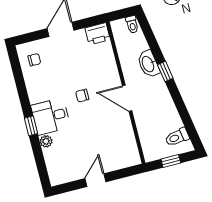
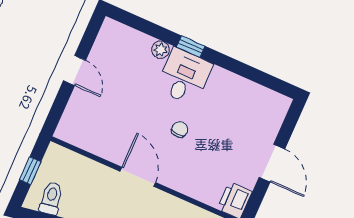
chair: (34, 60) -> (261, 108), removed
door: (127, 98) -> (138, 177), hinge flipped

